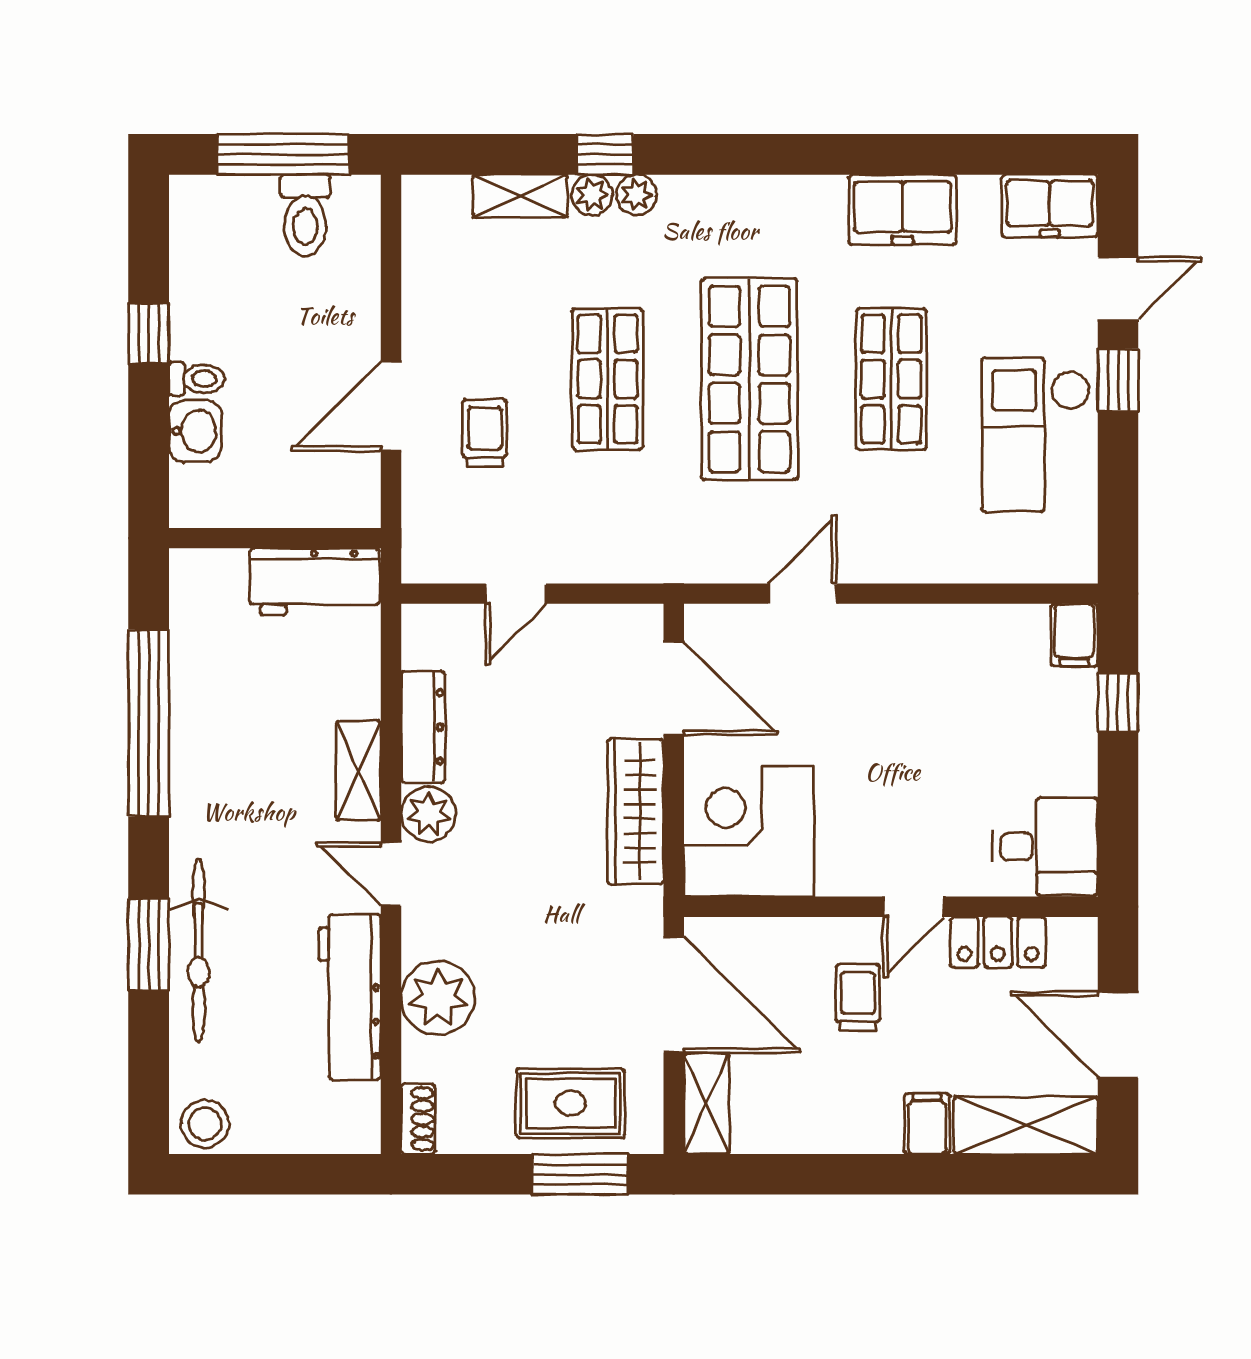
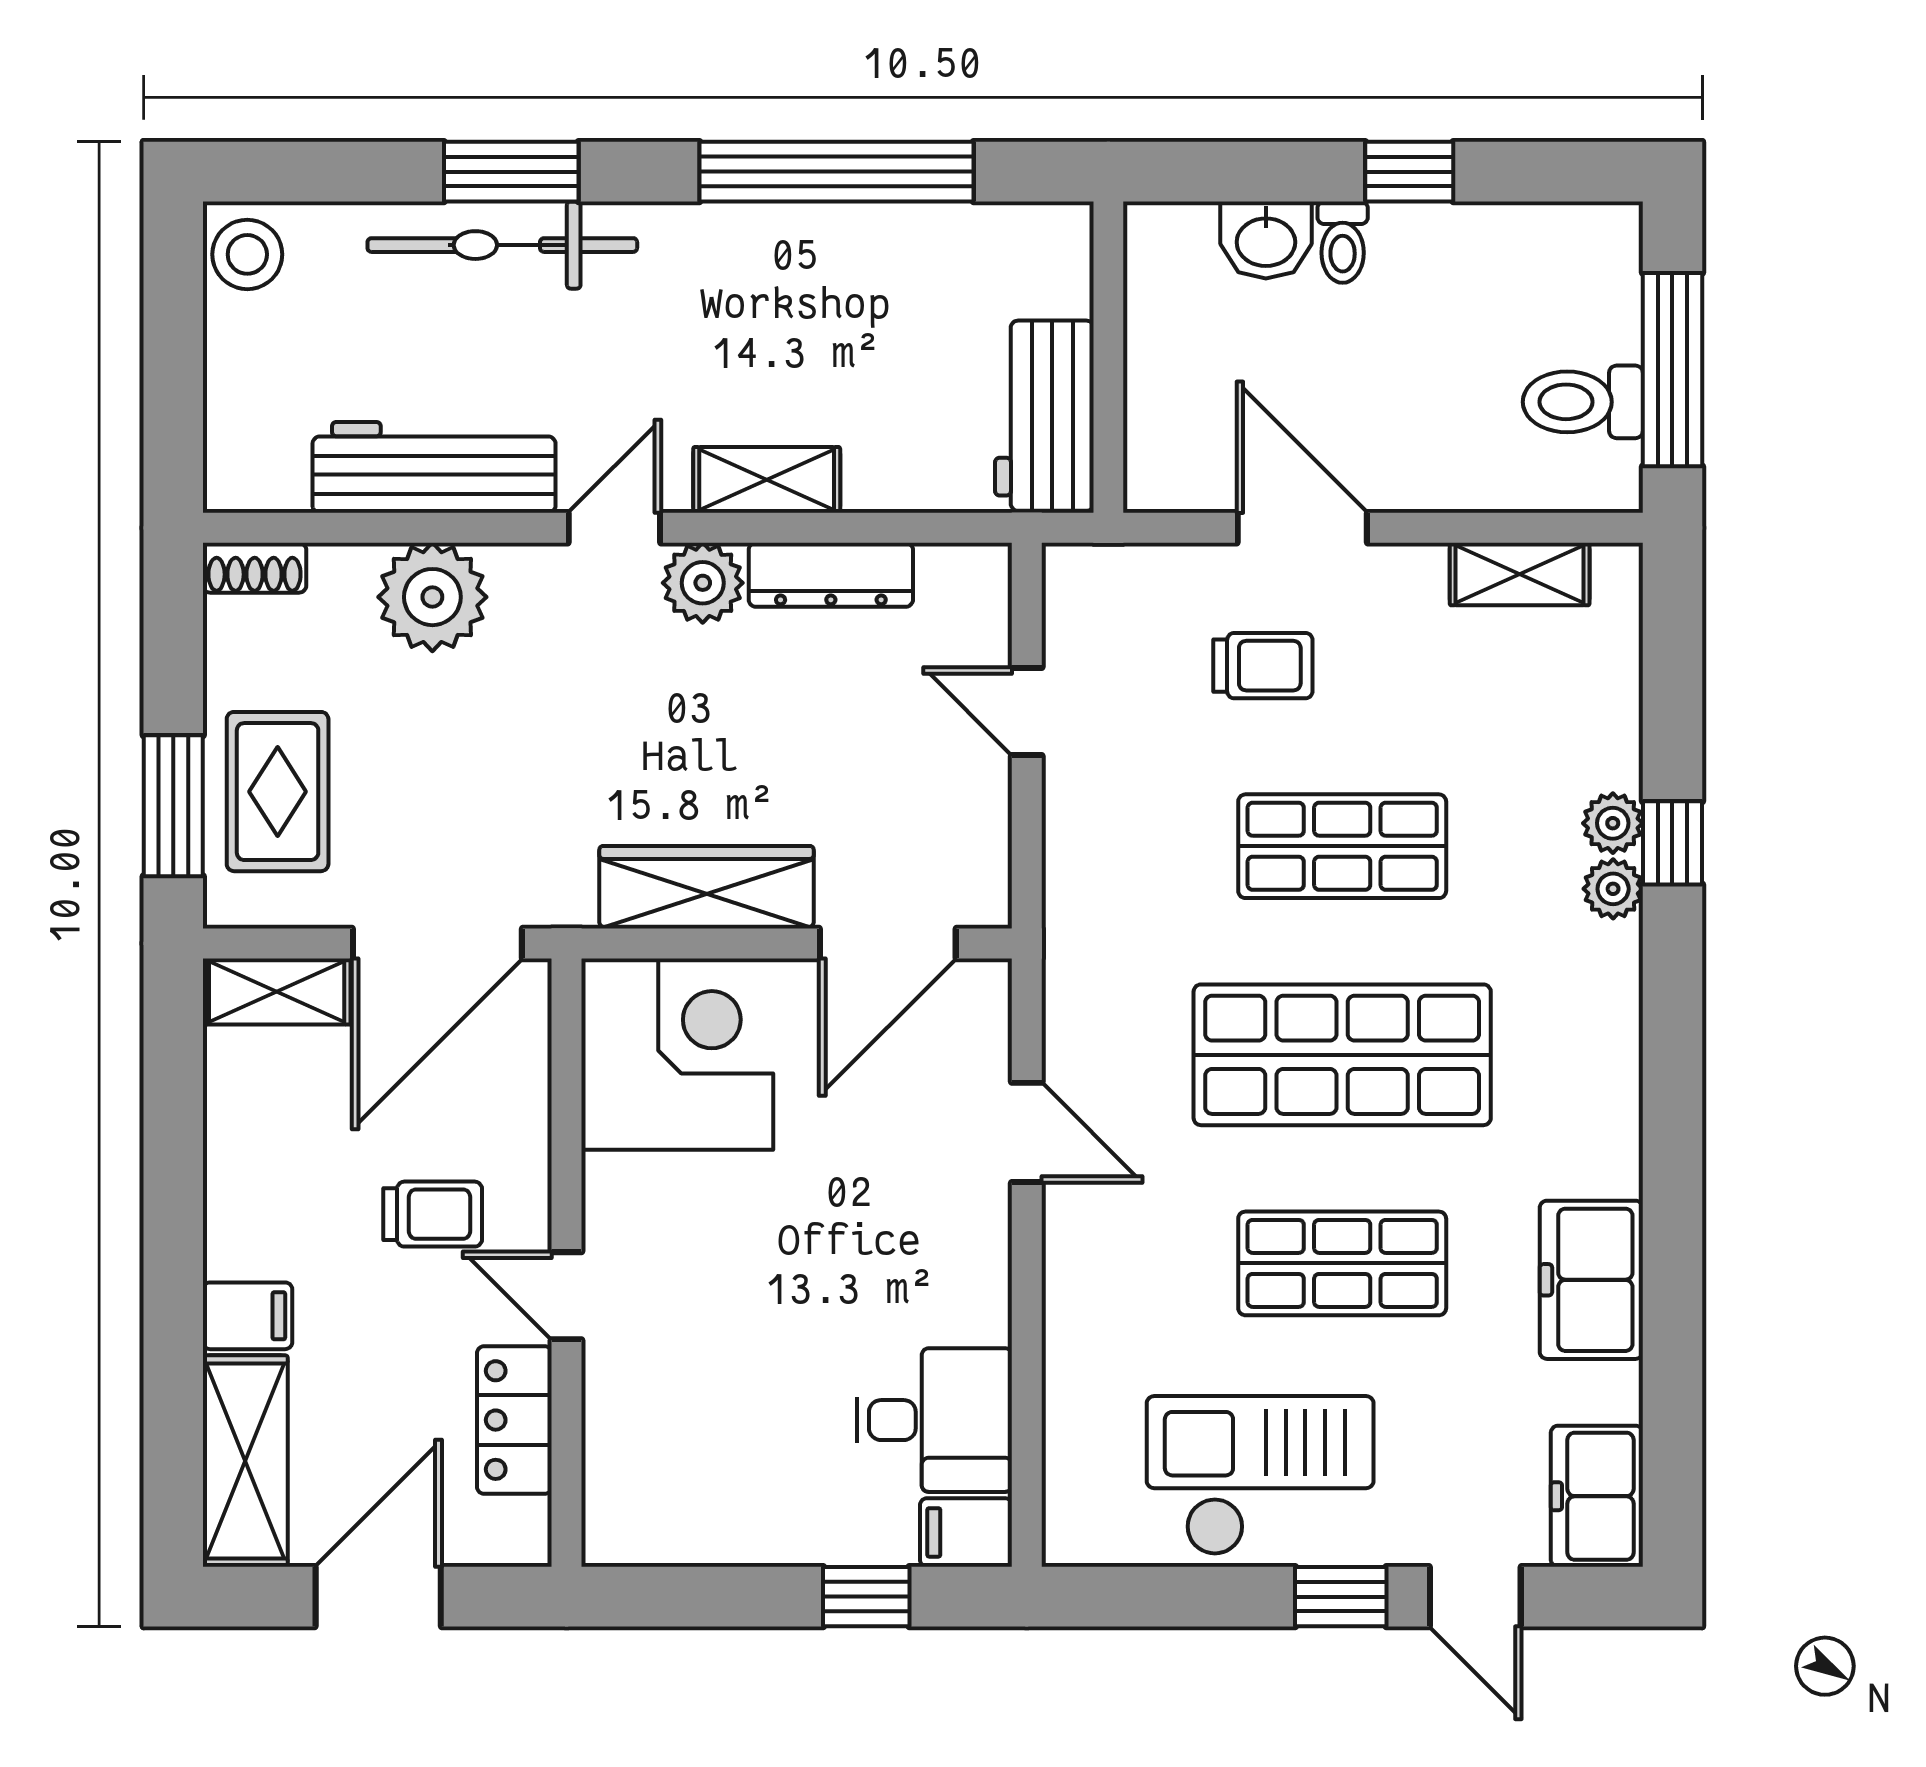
shelving: (520, 196) -> (1520, 574), moved, turned 90
desk: (1045, 847) -> (934, 1420), moved, turned -90

